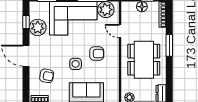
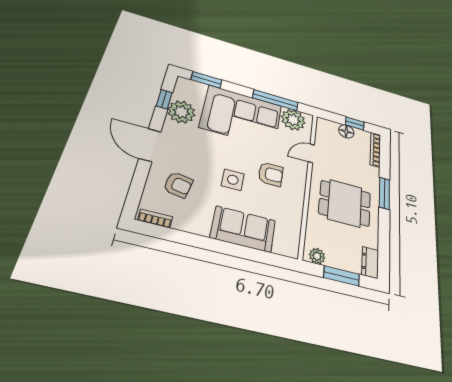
door: (120, 31) -> (311, 153), hinge flipped
dining table: (144, 60) -> (345, 203), width x0.73

